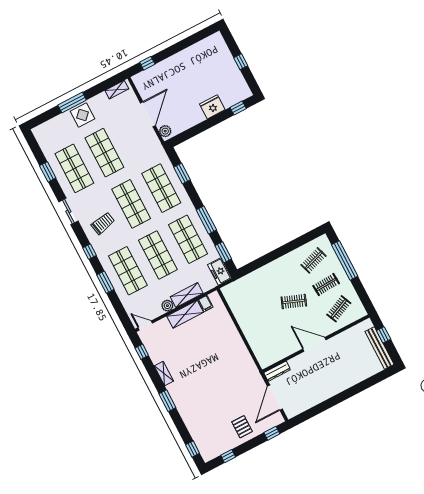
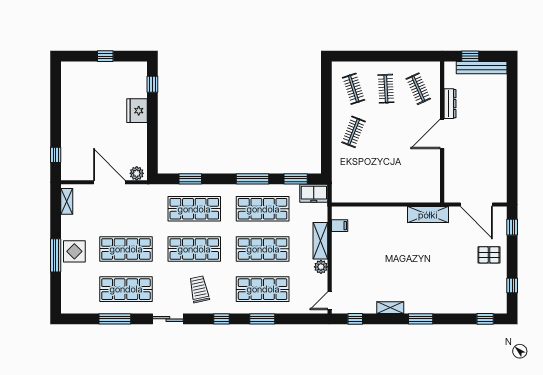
window: (48, 172) -> (115, 319), width x1.44
window: (345, 260) -> (371, 56), removed
clothes rail: (294, 301) -> (354, 132), moved
shelving: (185, 314) -> (428, 215), moved, turned 90
dresser: (277, 371) -> (450, 104), moved

